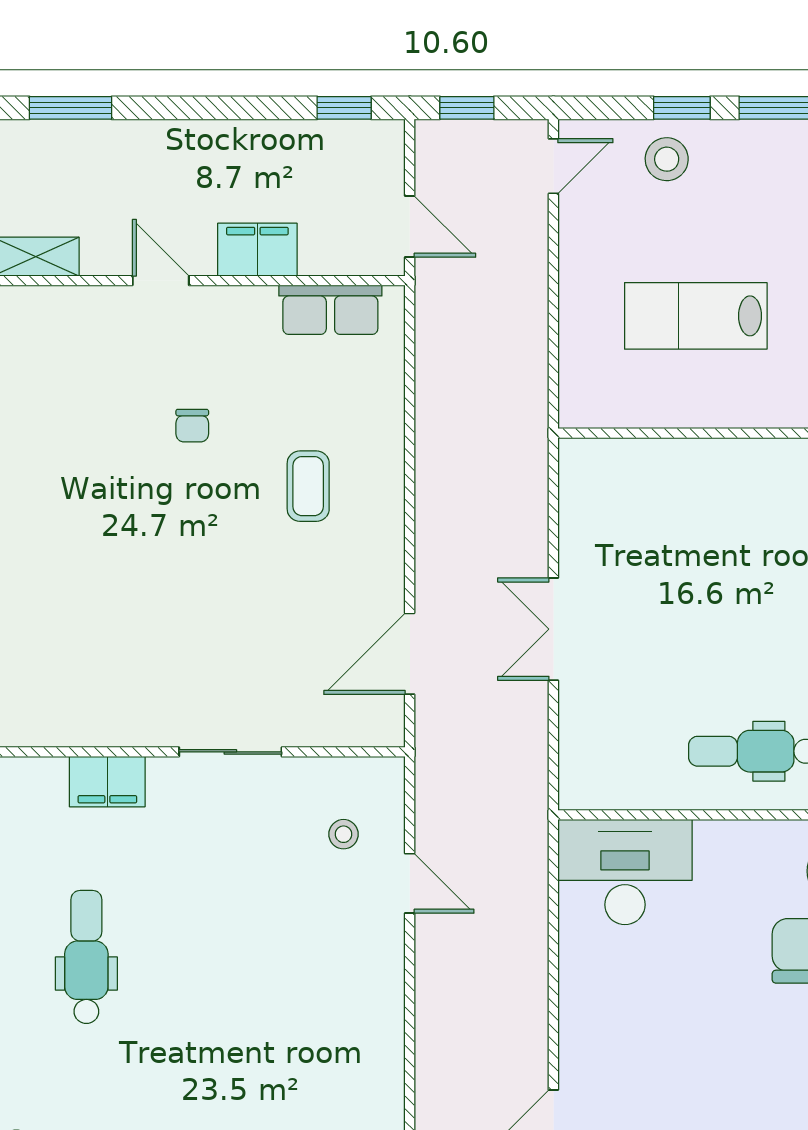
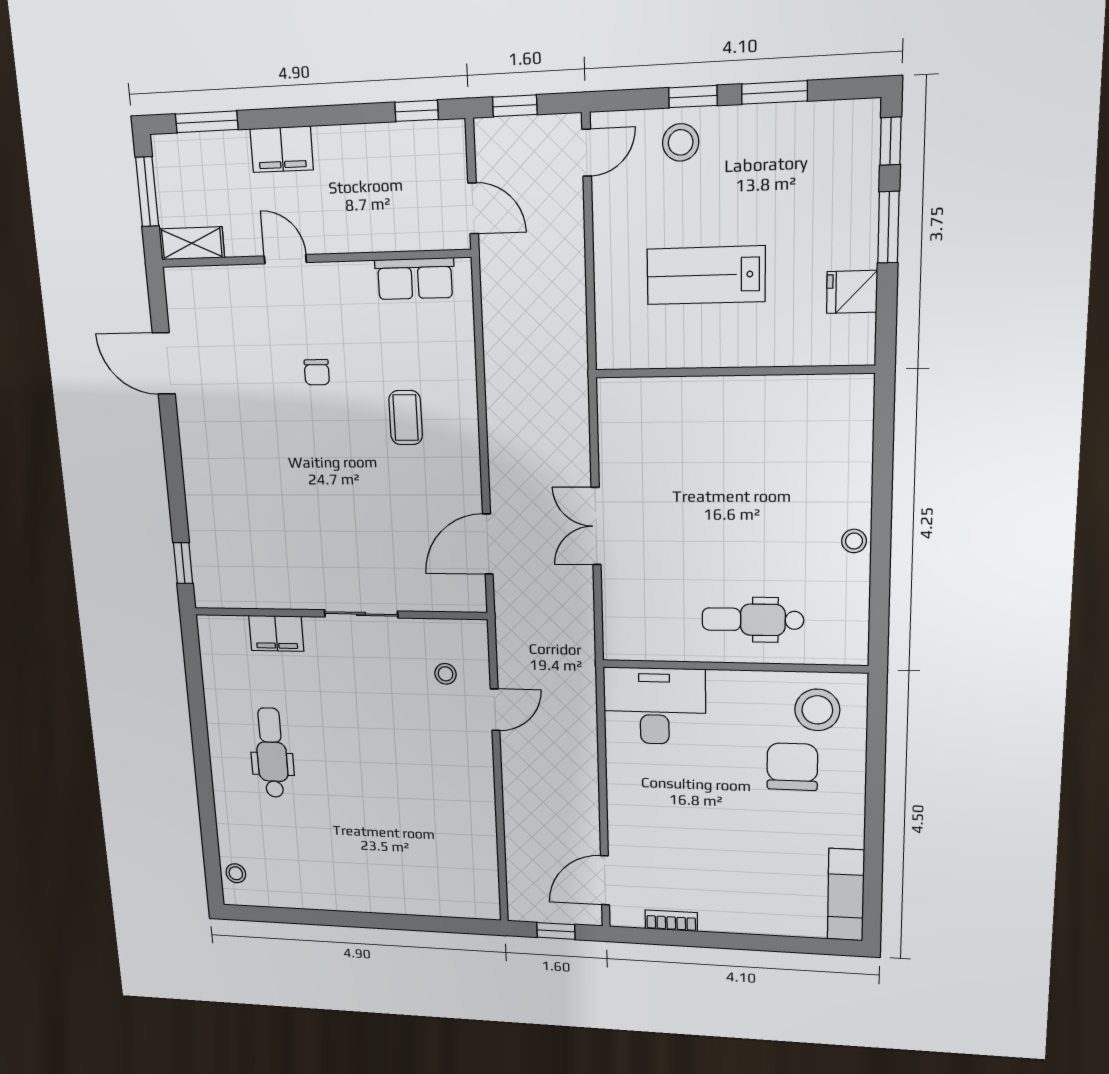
filing cabinet: (257, 250) -> (282, 149), moved, turned 180
door: (410, 883) -> (495, 710), hinge flipped

